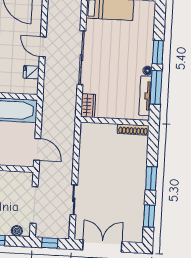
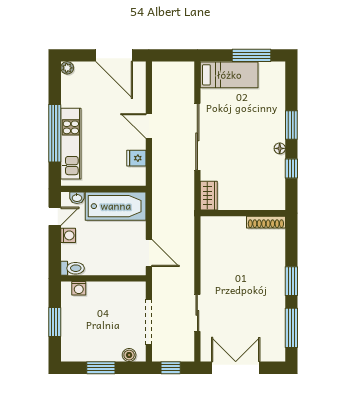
window: (156, 87) -> (291, 169), width x0.46
tv unit: (145, 96) -> (279, 180), removed
window: (149, 216) -> (291, 328), width x1.44

